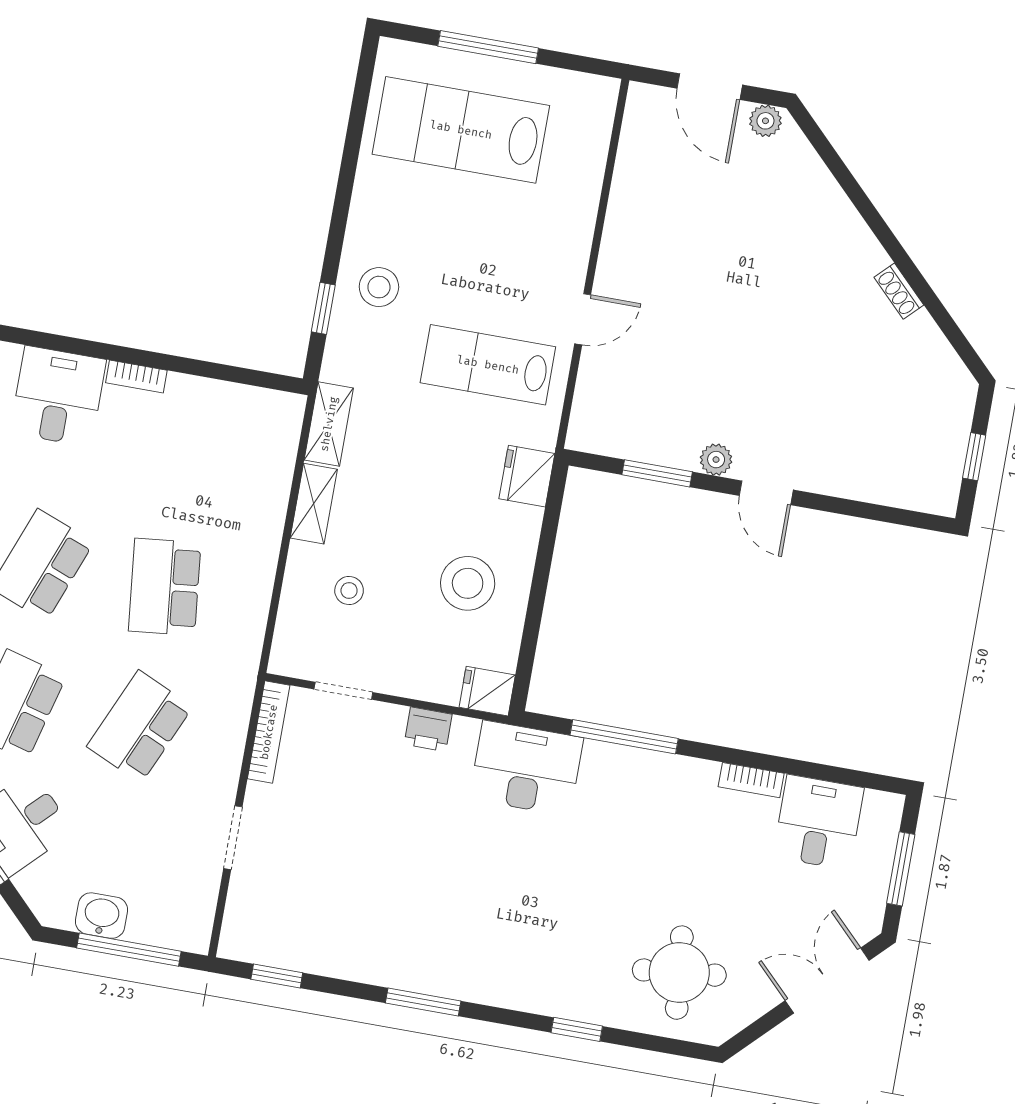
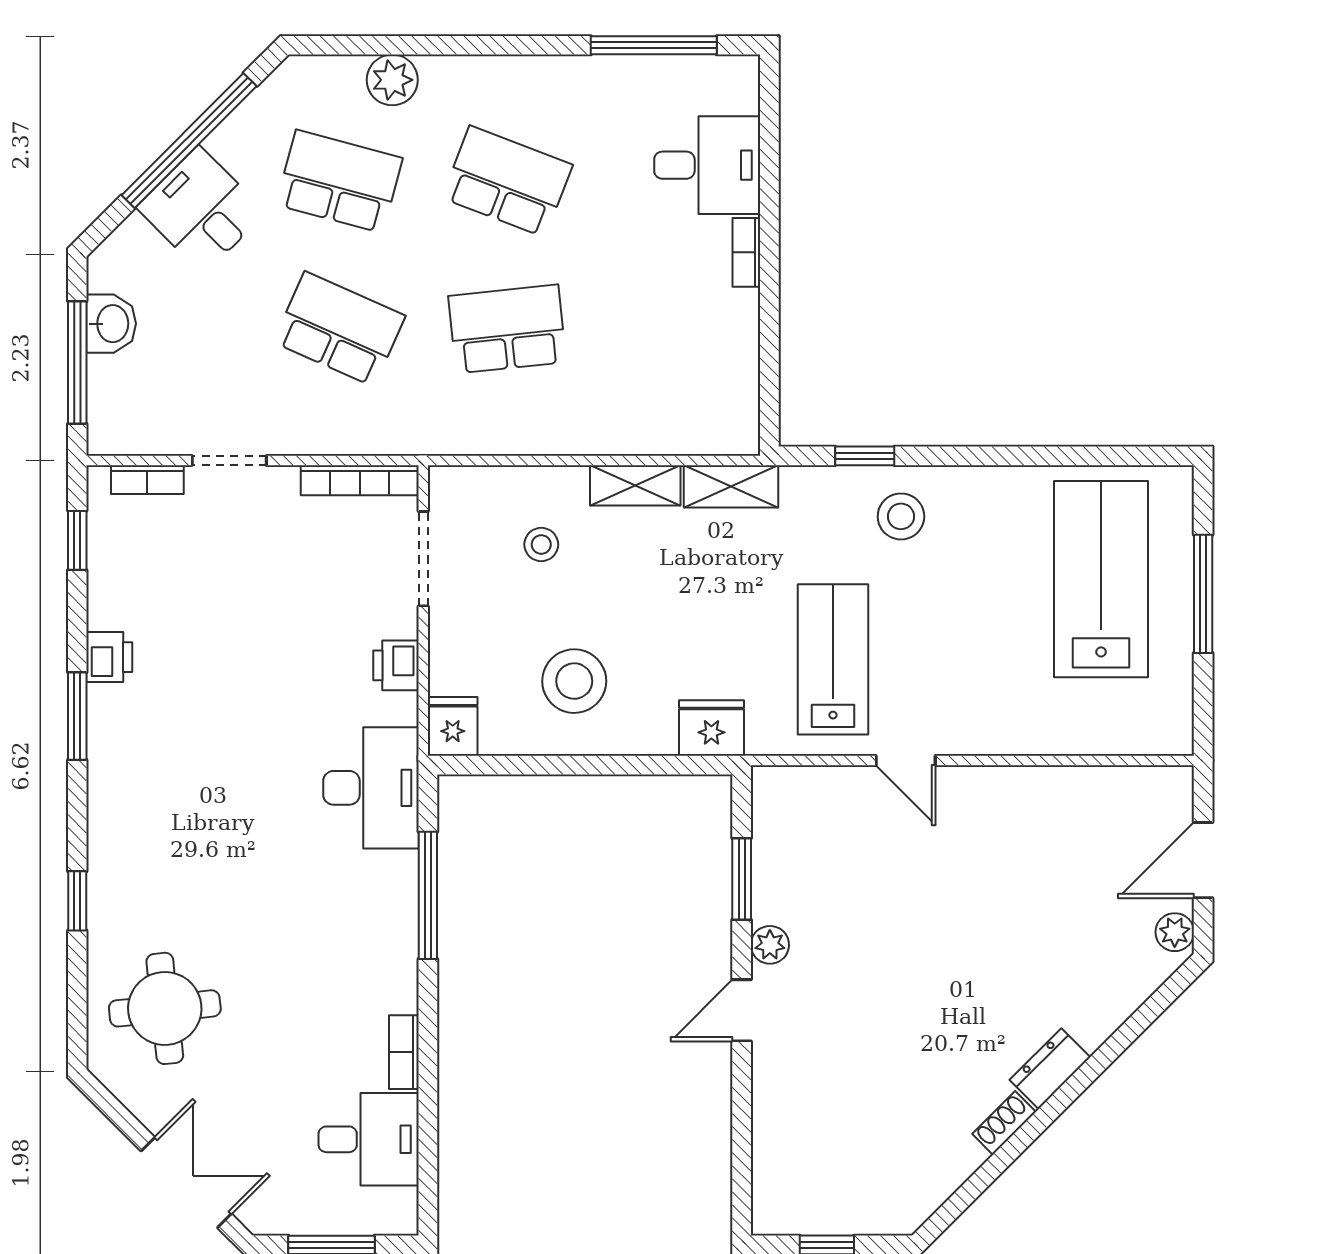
dresser: (861, 245) -> (1050, 1069), added
doorway: (343, 691) -> (423, 559), width x1.38
bookcase: (237, 909) -> (147, 480), added
printer: (379, 967) -> (109, 657), added

